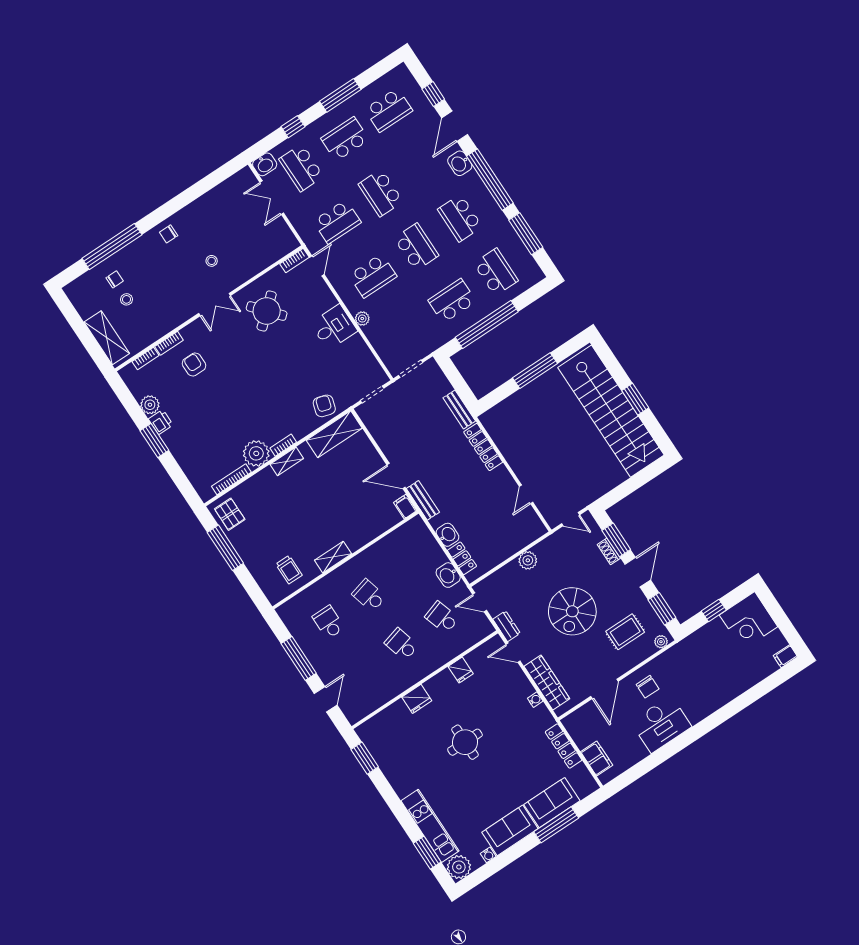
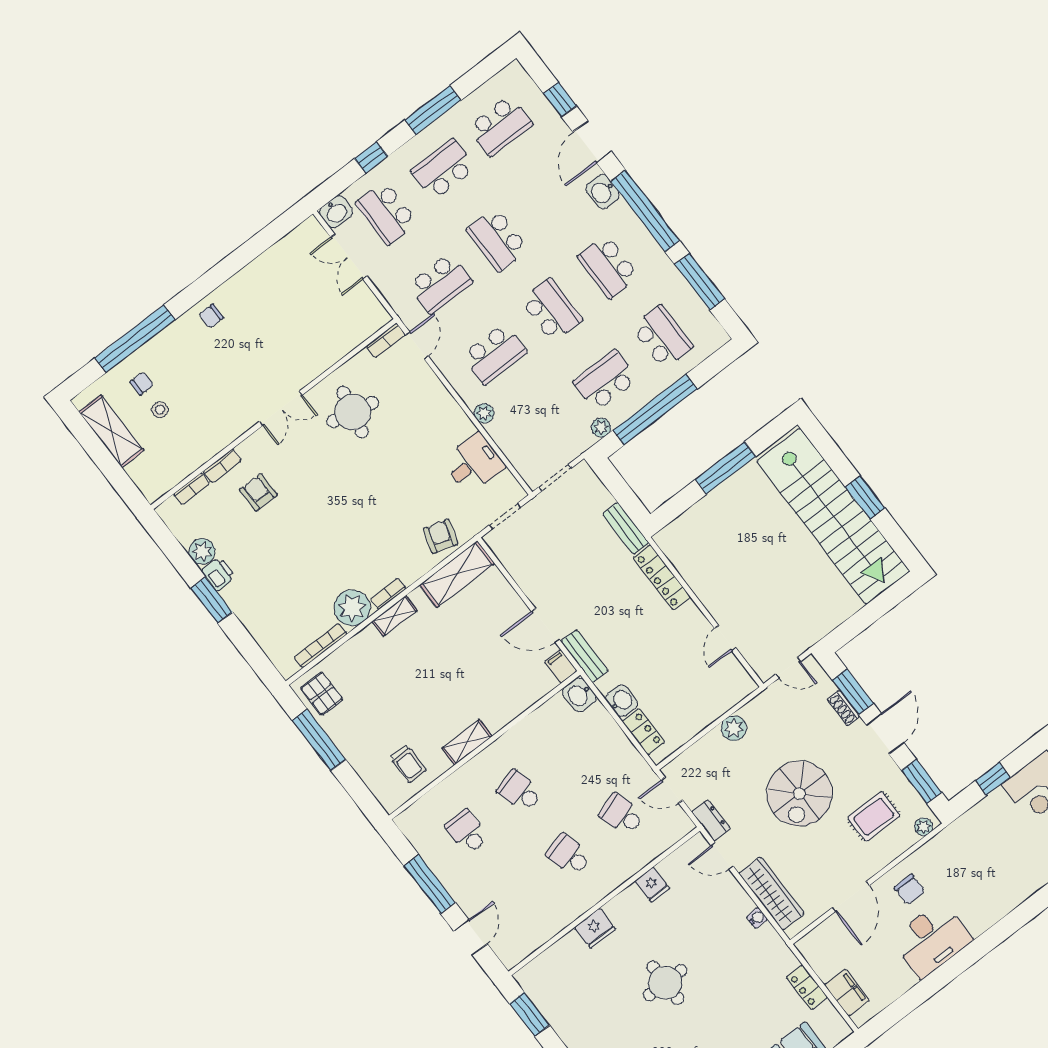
stool: (212, 261) -> (273, 349), removed
round table: (267, 311) -> (353, 412), turned -37
desk: (334, 327) -> (474, 463), moved
plant: (447, 335) -> (601, 428), added
shelving: (107, 338) -> (111, 431), moved
washbasin: (448, 575) -> (579, 695), moved
locker: (564, 746) -> (807, 987), width x0.66

